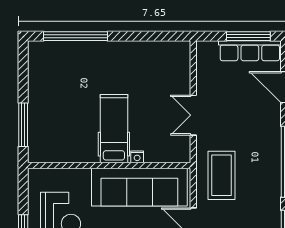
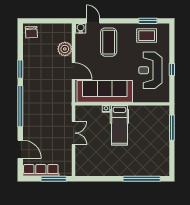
window: (248, 36) -> (54, 179), moved
coffee table: (221, 175) -> (57, 98), removed

